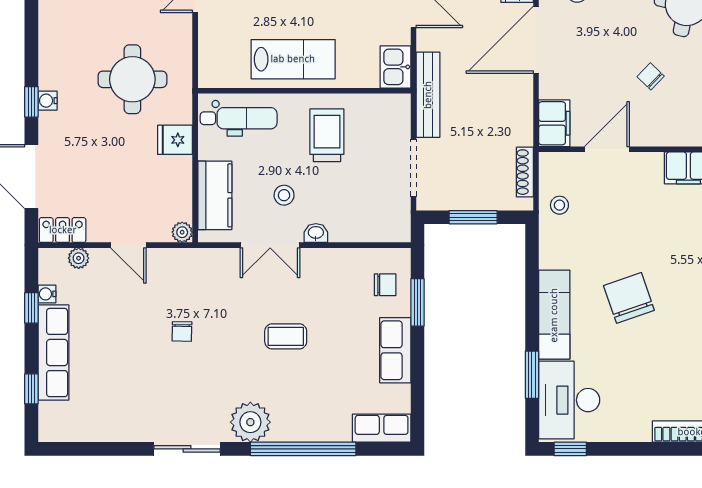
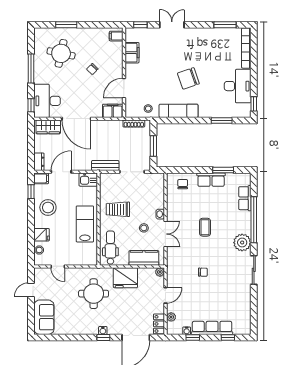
bench: (428, 95) -> (105, 166), width x0.73
fridge: (175, 140) -> (125, 278), width x1.88, depth x1.34
door: (607, 149) -> (124, 88), hinge flipped
window: (417, 302) -> (223, 170), moved
exam couch: (554, 315) -> (179, 111), moved
desk: (569, 400) -> (238, 86), moved, turned -90
row of seats: (382, 428) -> (245, 198), moved

